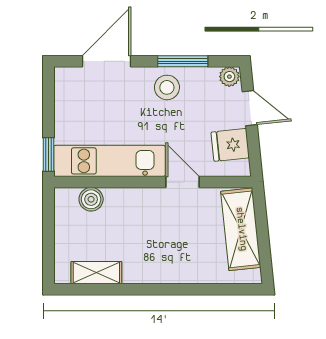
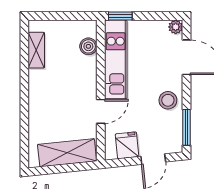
window: (183, 61) -> (187, 127), moved
plant: (229, 77) -> (176, 27), moved

